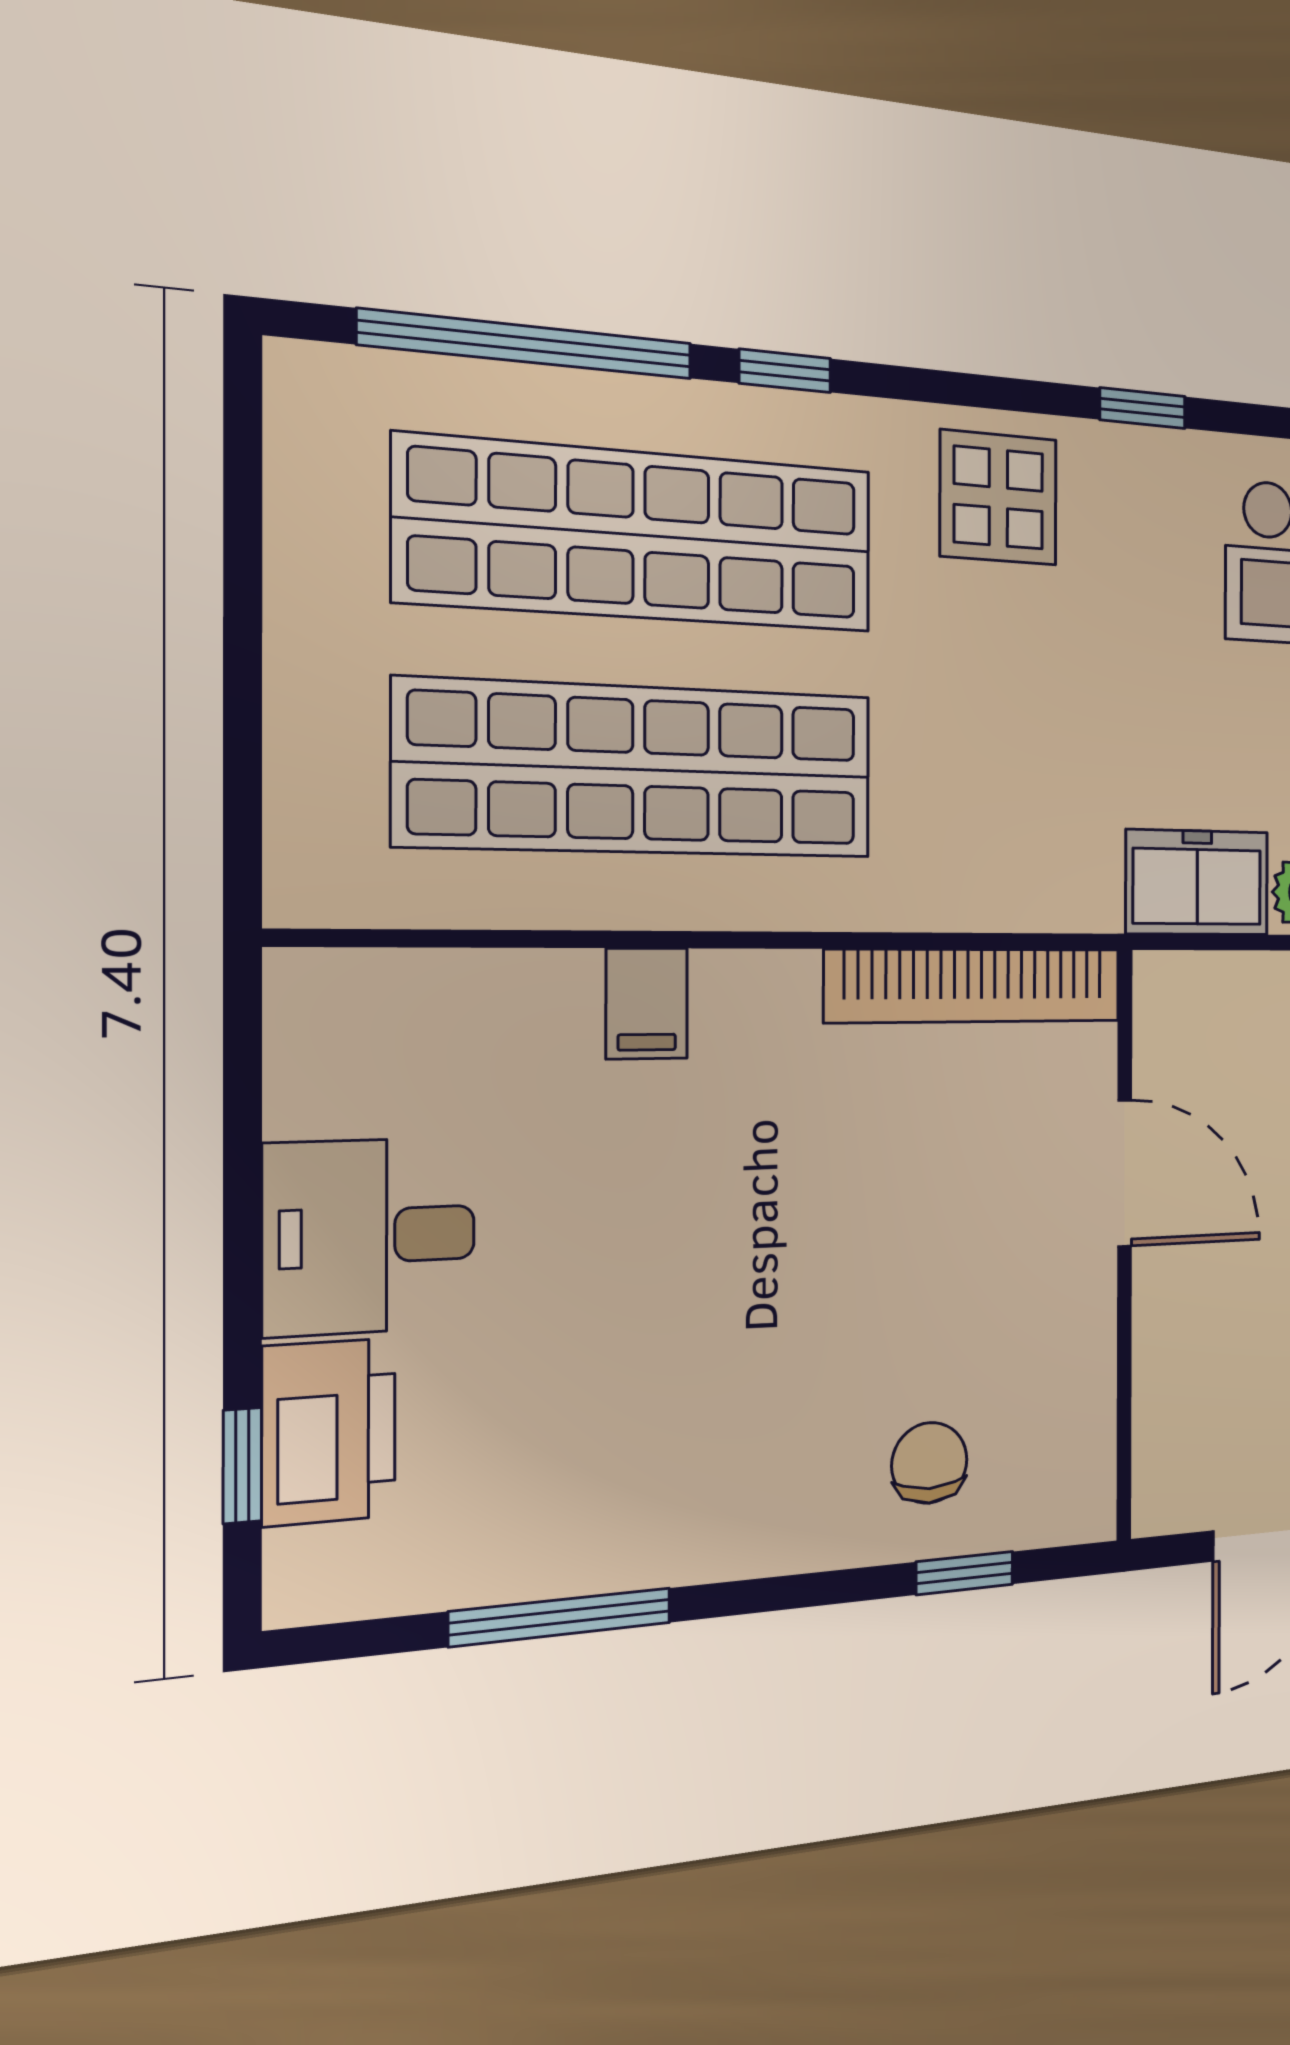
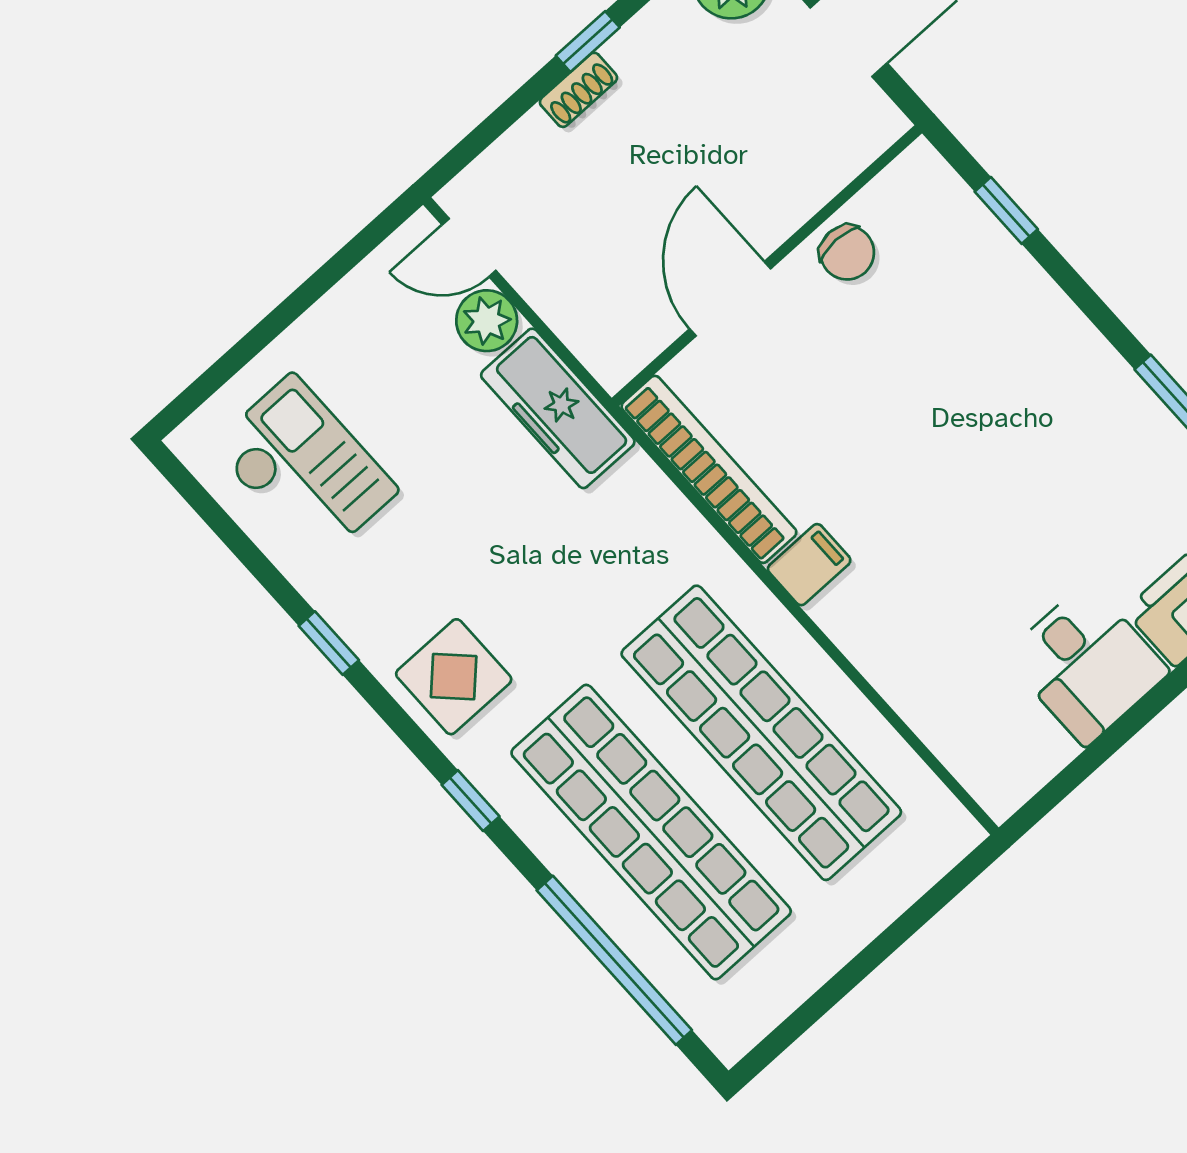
window: (785, 371) -> (471, 801), moved
freezer: (1197, 883) -> (558, 408), width x1.40
filing cabinet: (647, 1003) -> (809, 565), moved
chair: (929, 1463) -> (847, 253), moved, turned -90

